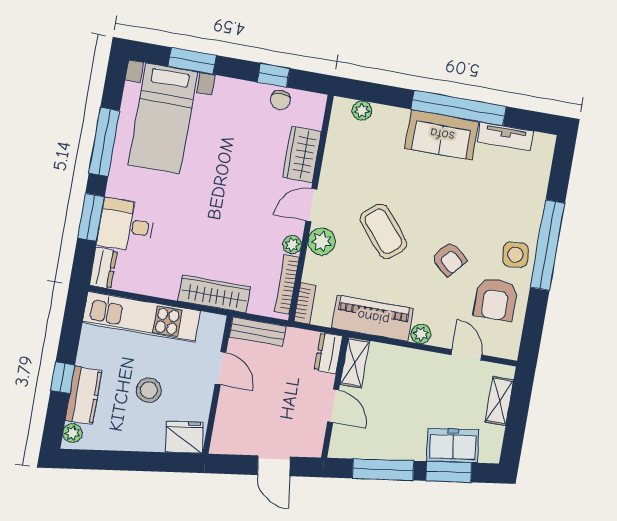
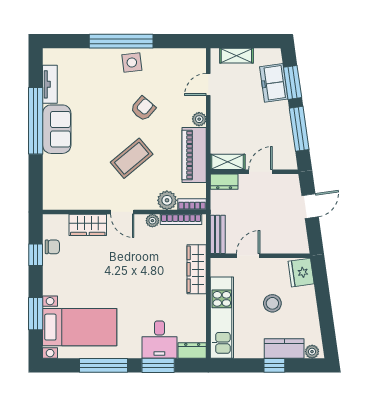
plant: (362, 110) -> (49, 188), removed
plant: (322, 241) -> (167, 200), moved
armchair: (496, 299) -> (166, 71), removed

